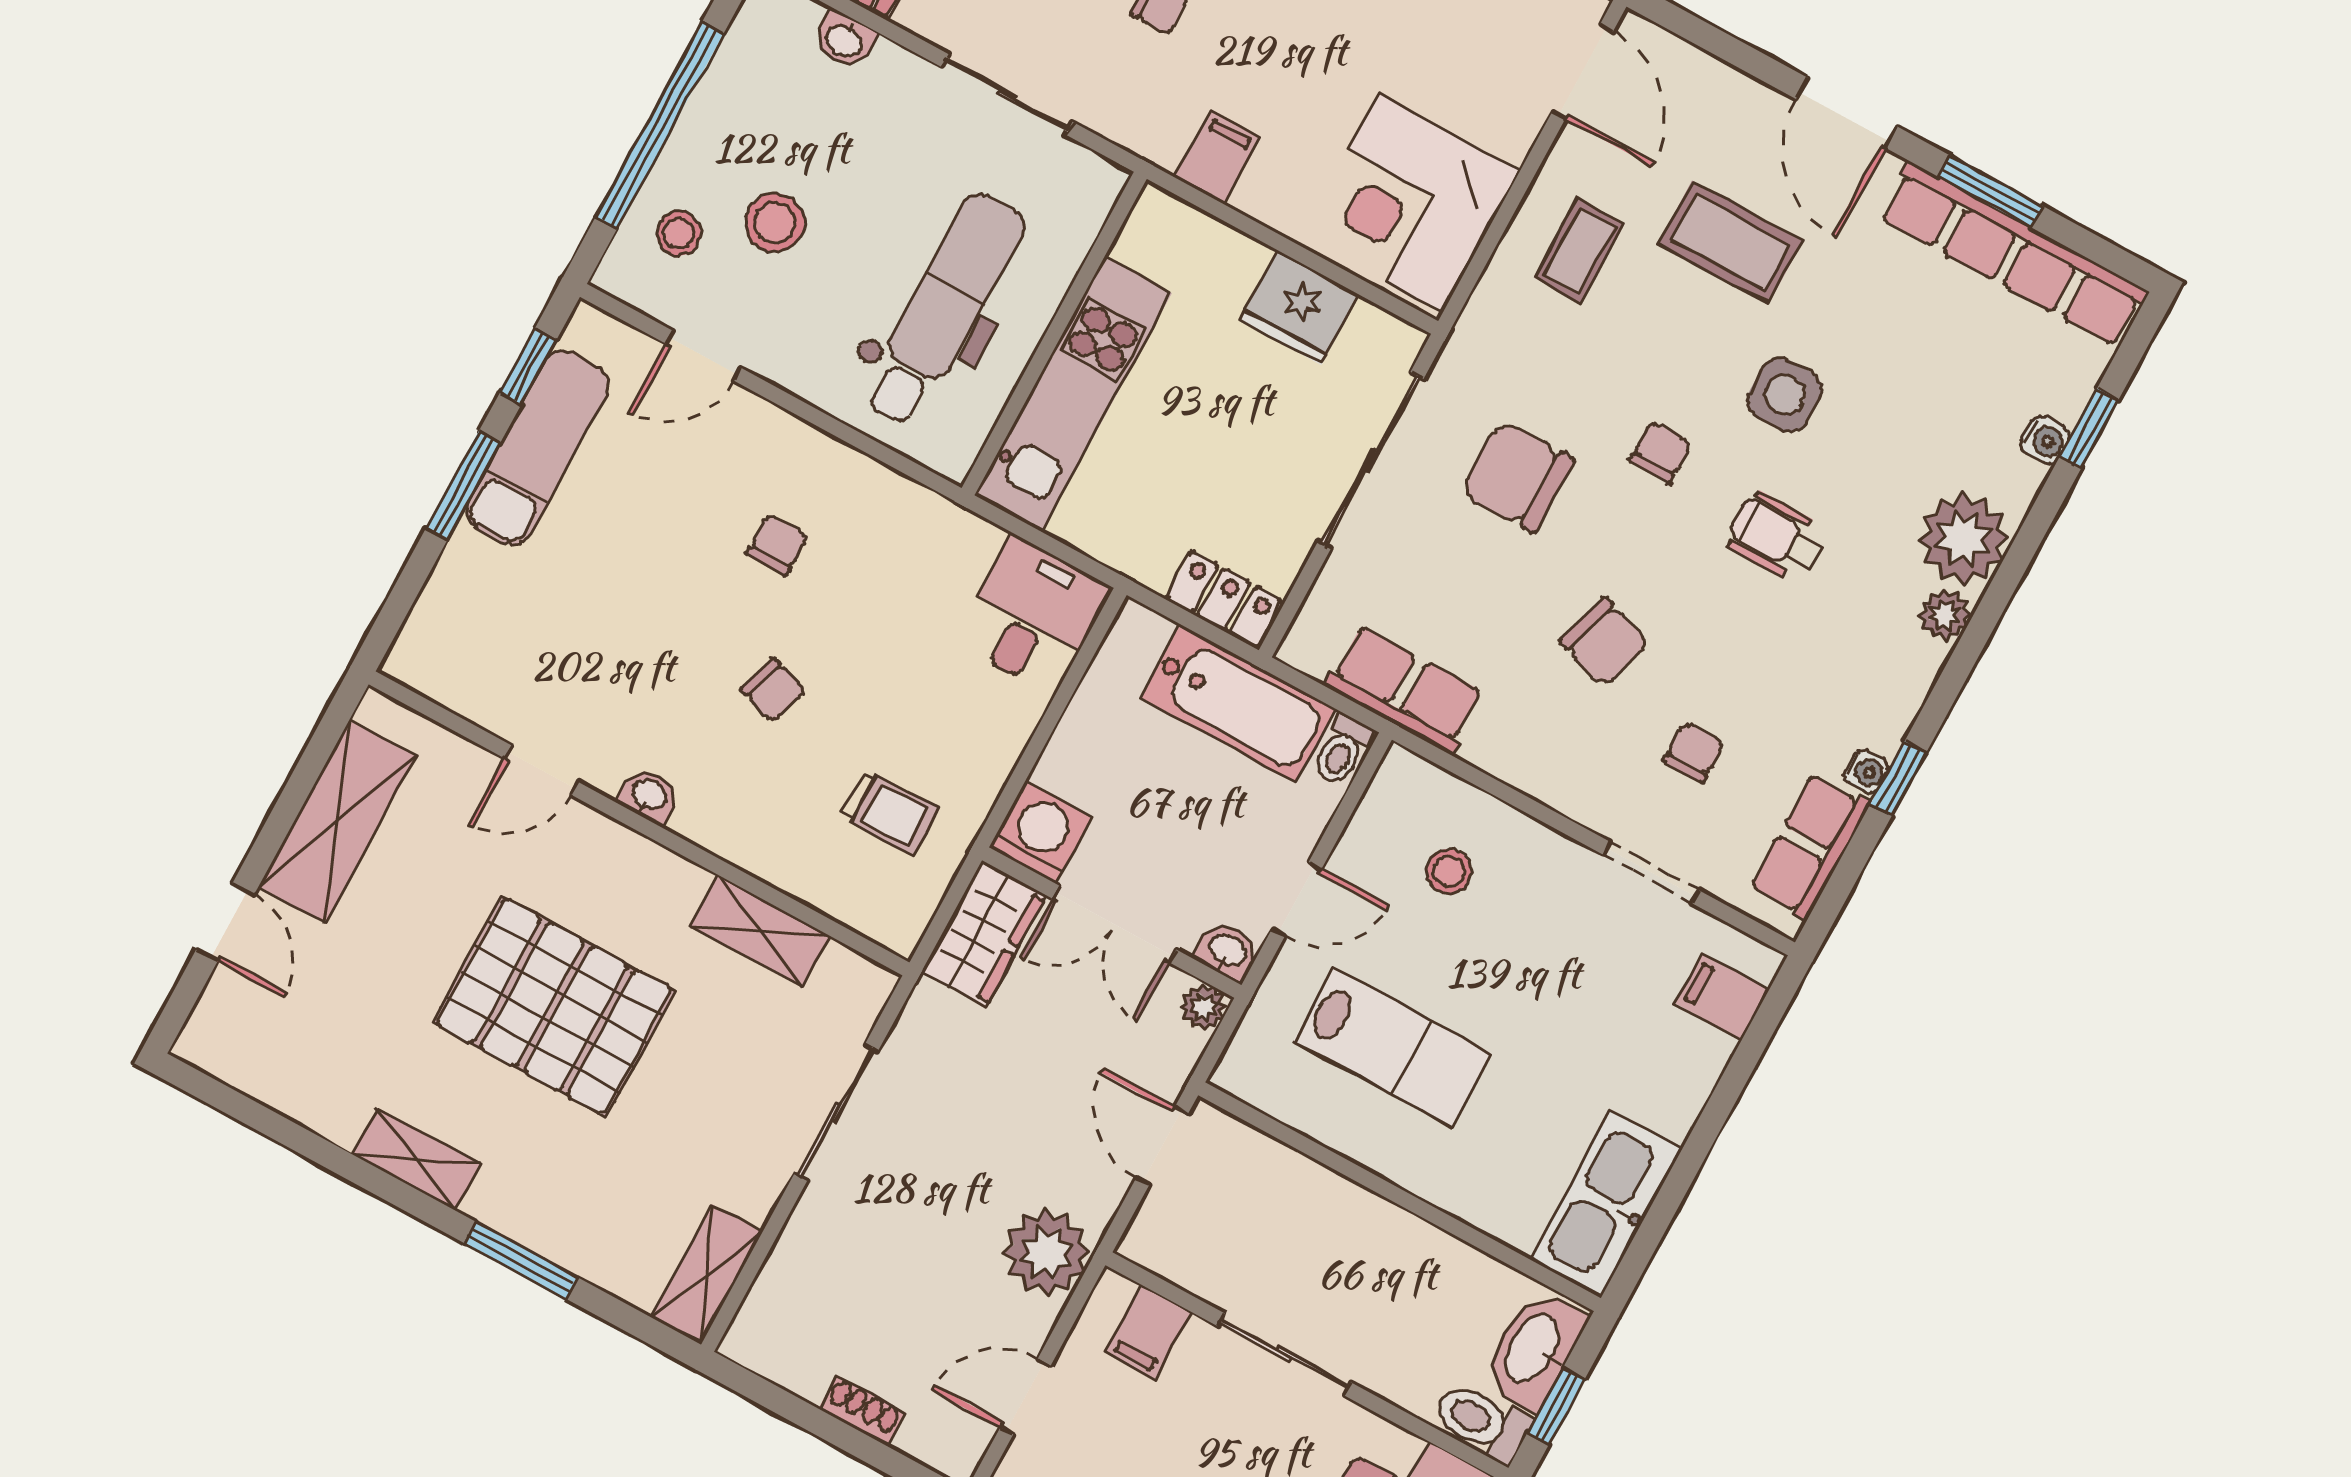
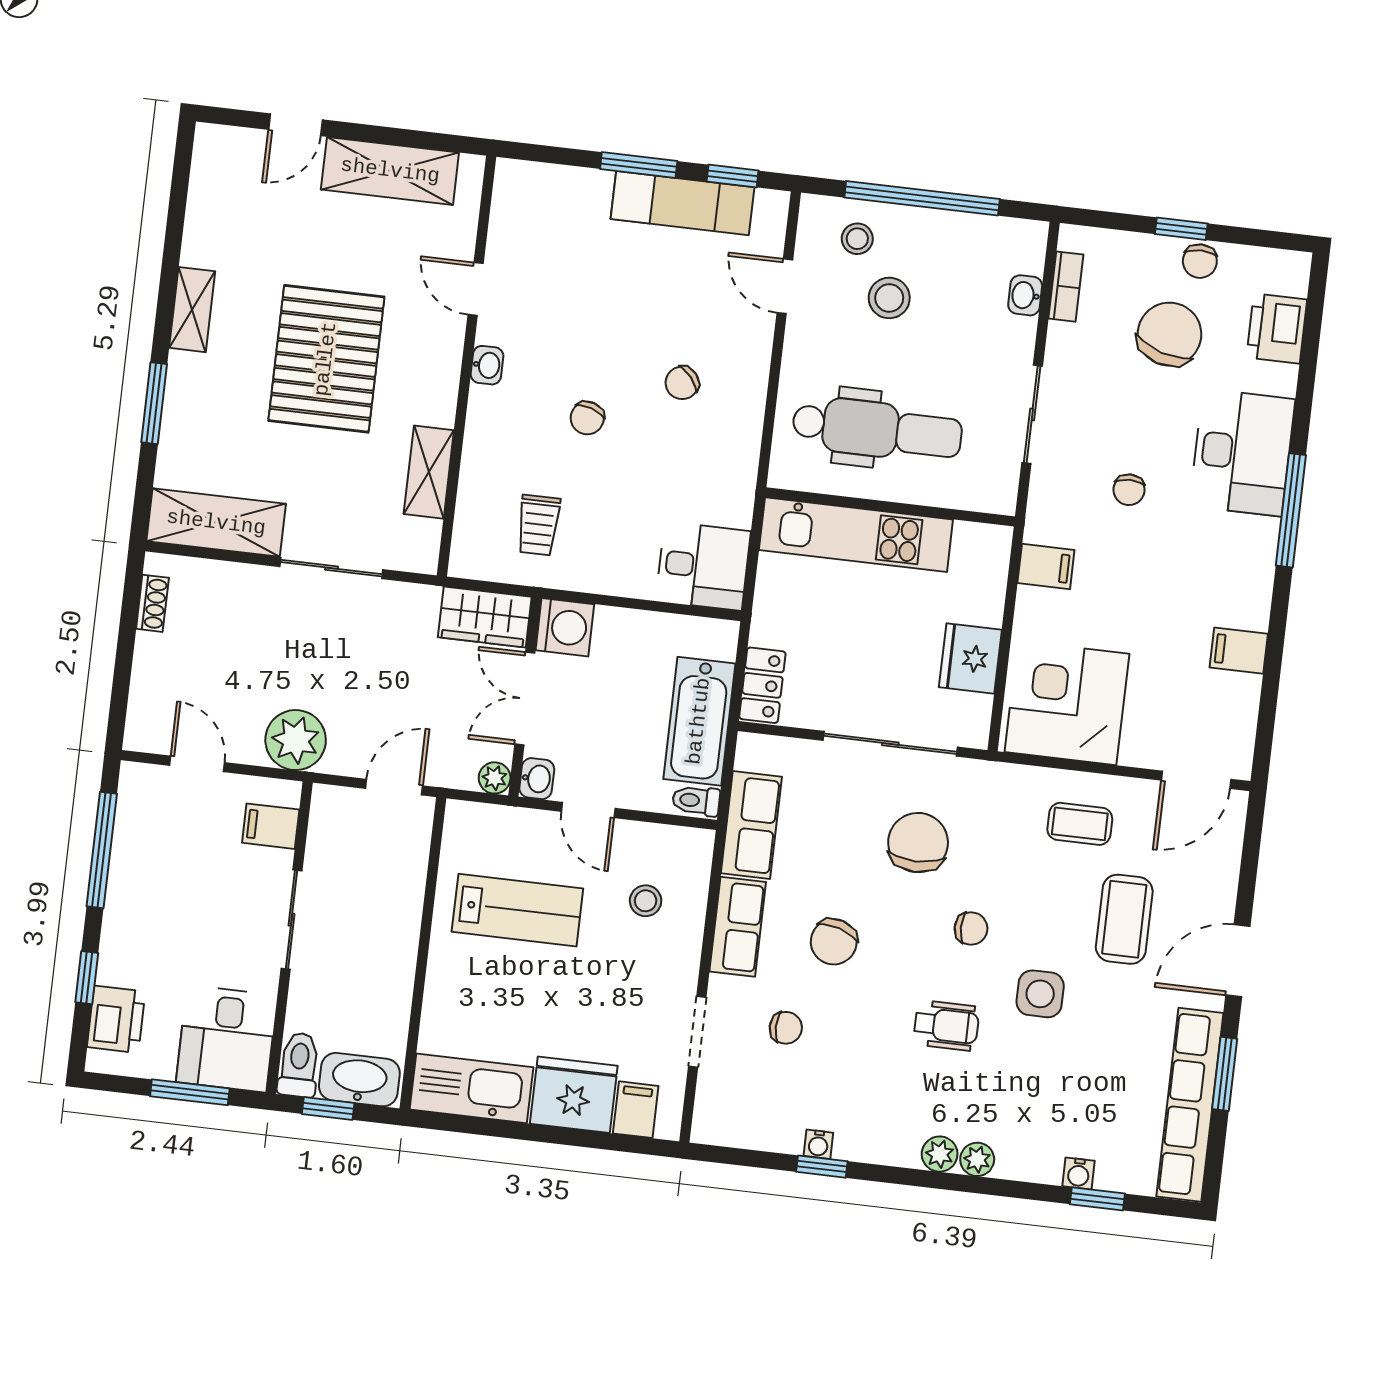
wheelchair: (1777, 537) -> (946, 1026), turned 90
plant: (1963, 539) -> (977, 1159), width x0.53, depth x0.53
chair: (777, 545) -> (682, 383), turned 140
row of seats: (1810, 846) -> (738, 927), moved, turned 90
lab bench: (1393, 1047) -> (517, 910), turned -90
fridge: (1669, 1071) -> (574, 1095), added
shelving: (707, 1274) -> (216, 523), width x1.50, depth x1.33
shoe rack: (862, 1411) -> (152, 603), moved

